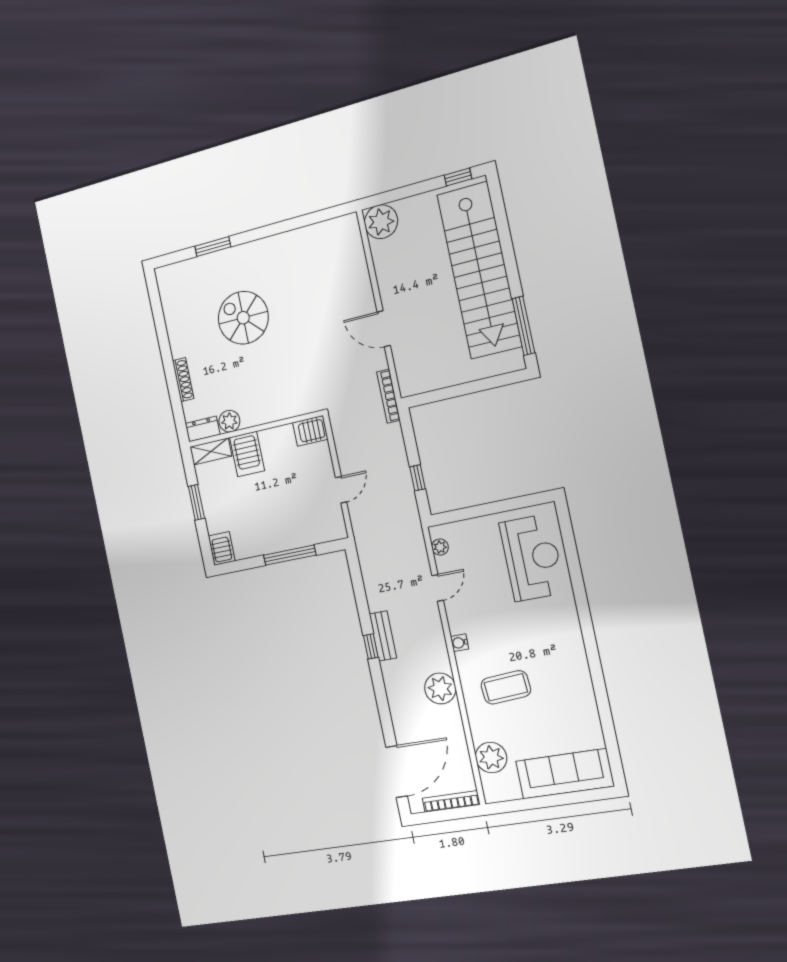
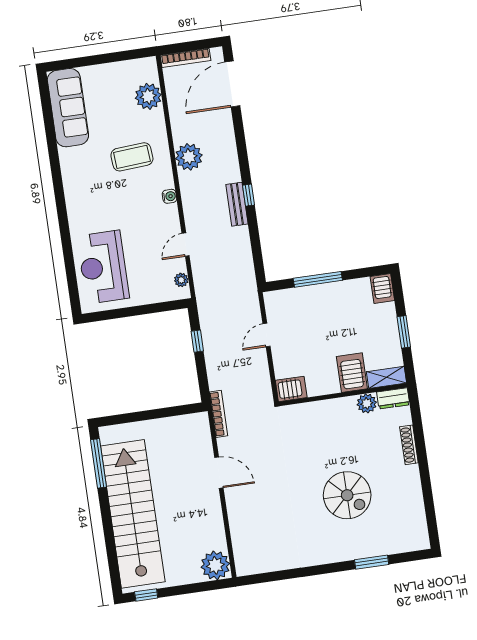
sofa: (565, 774) -> (68, 108), moved, turned -90

